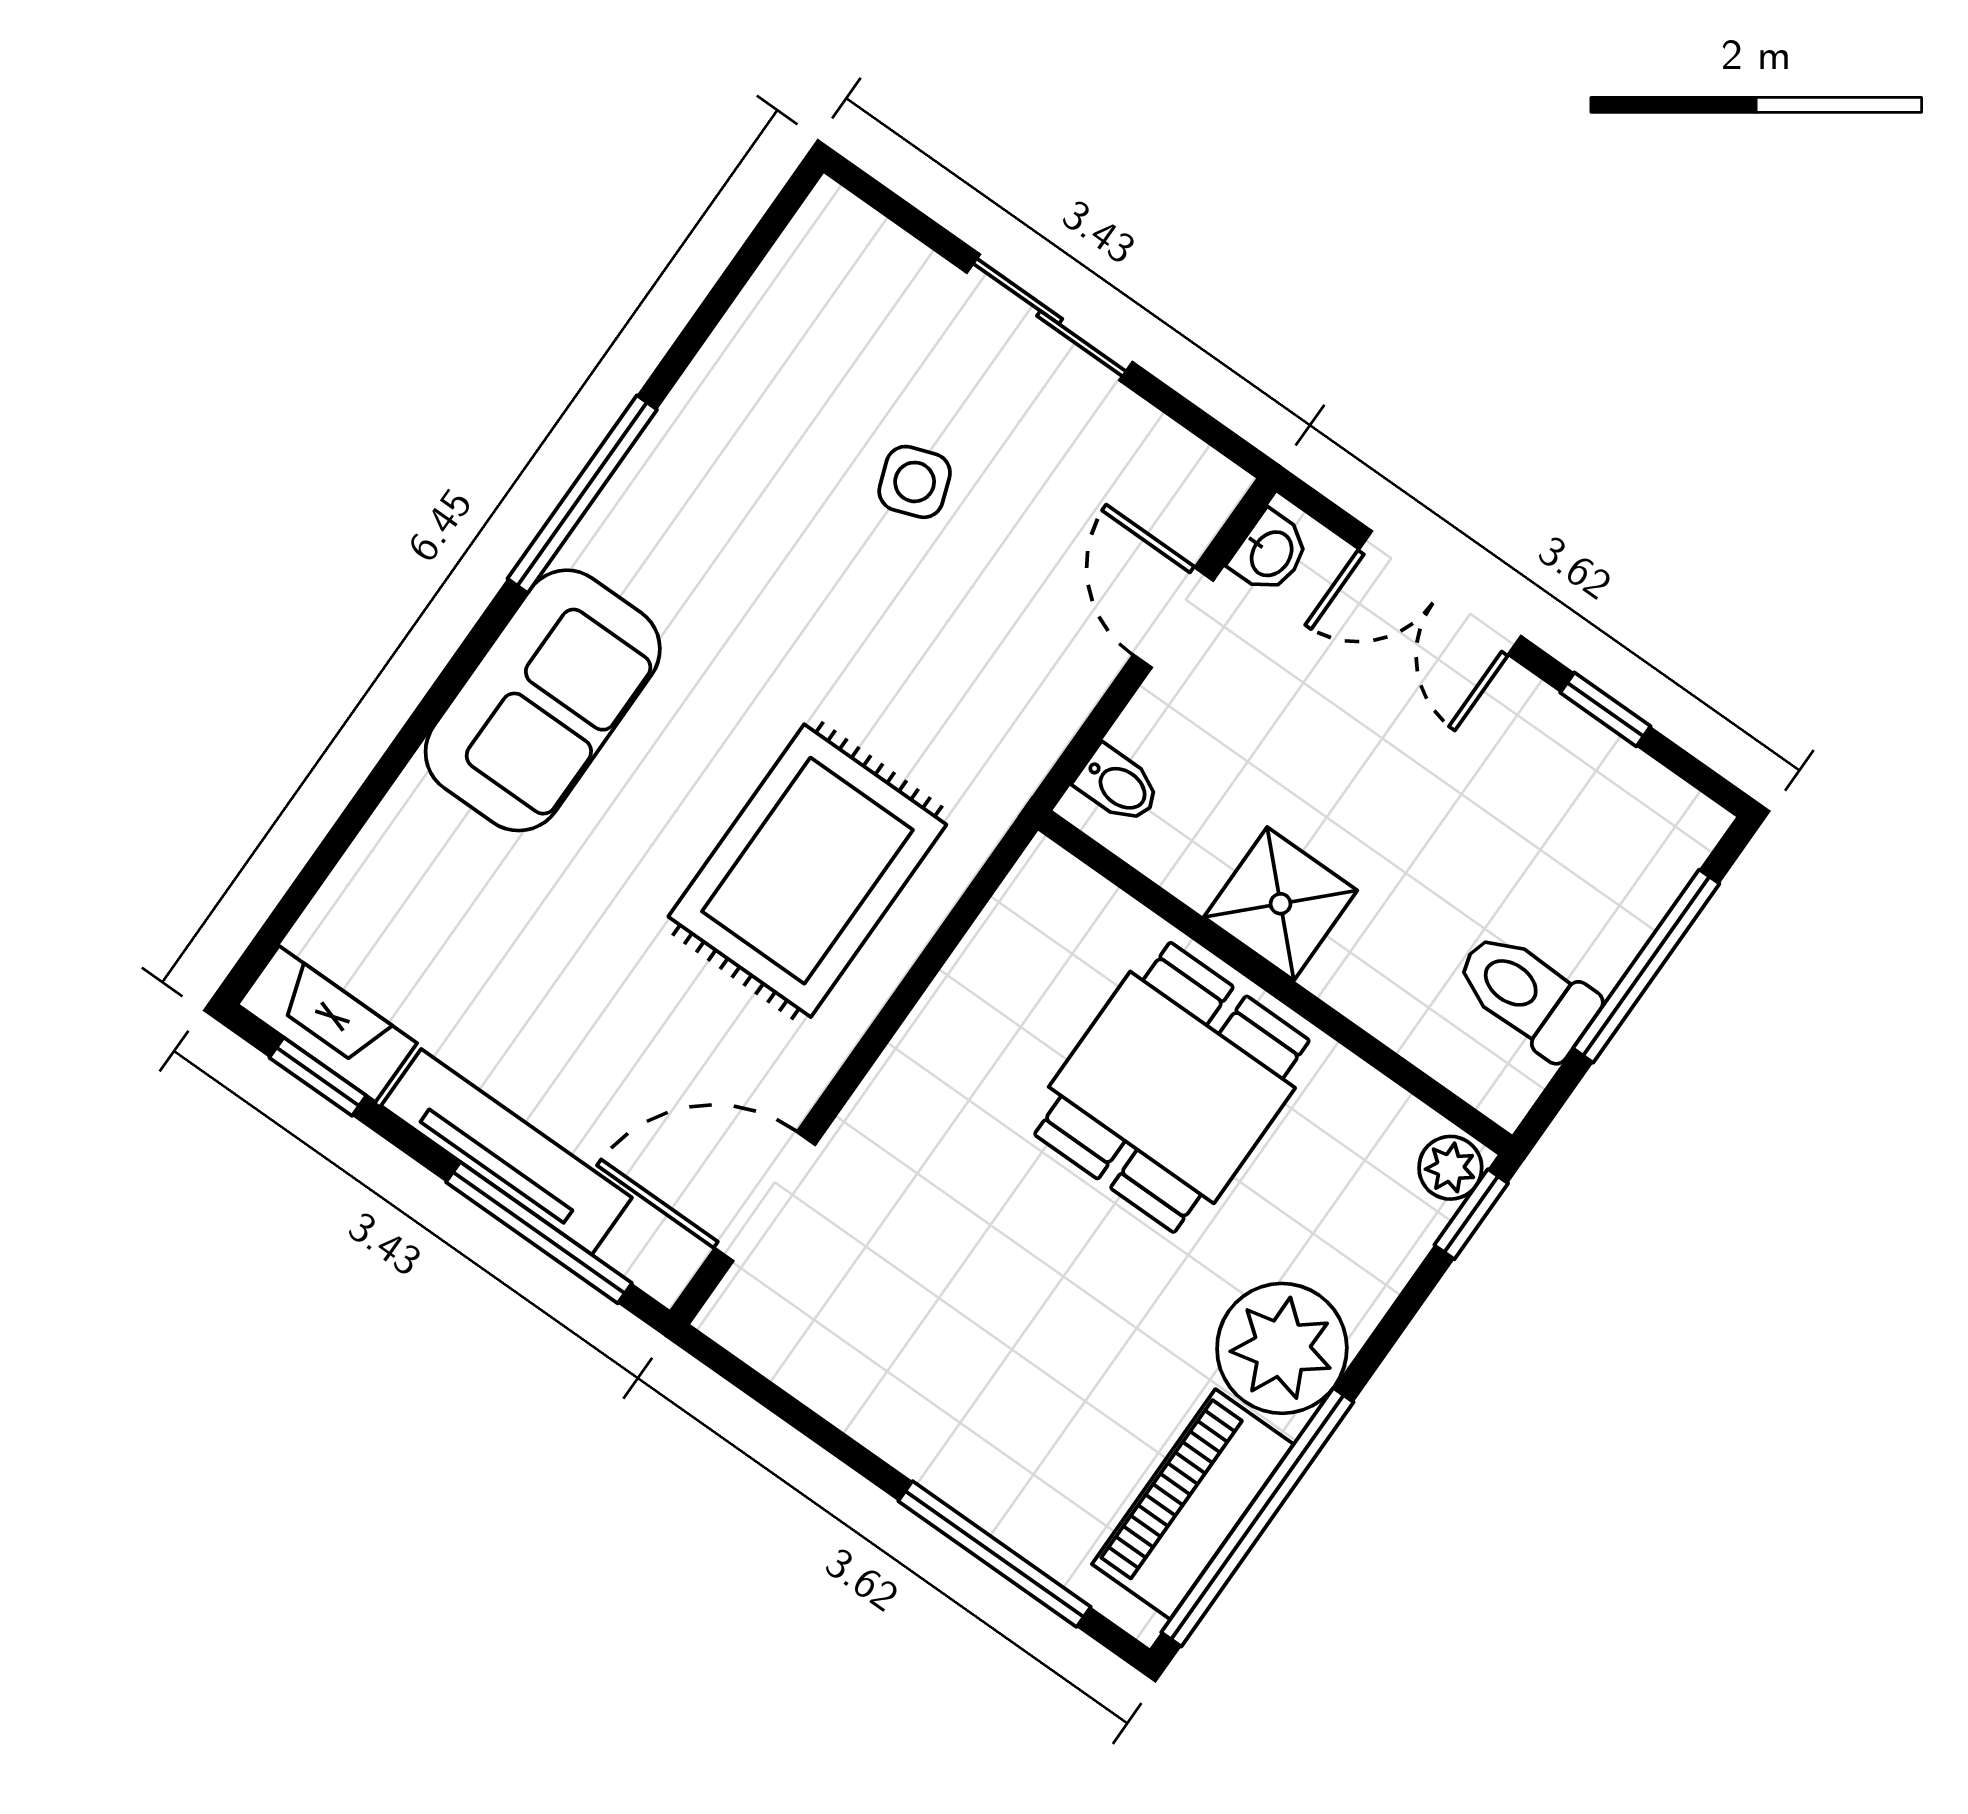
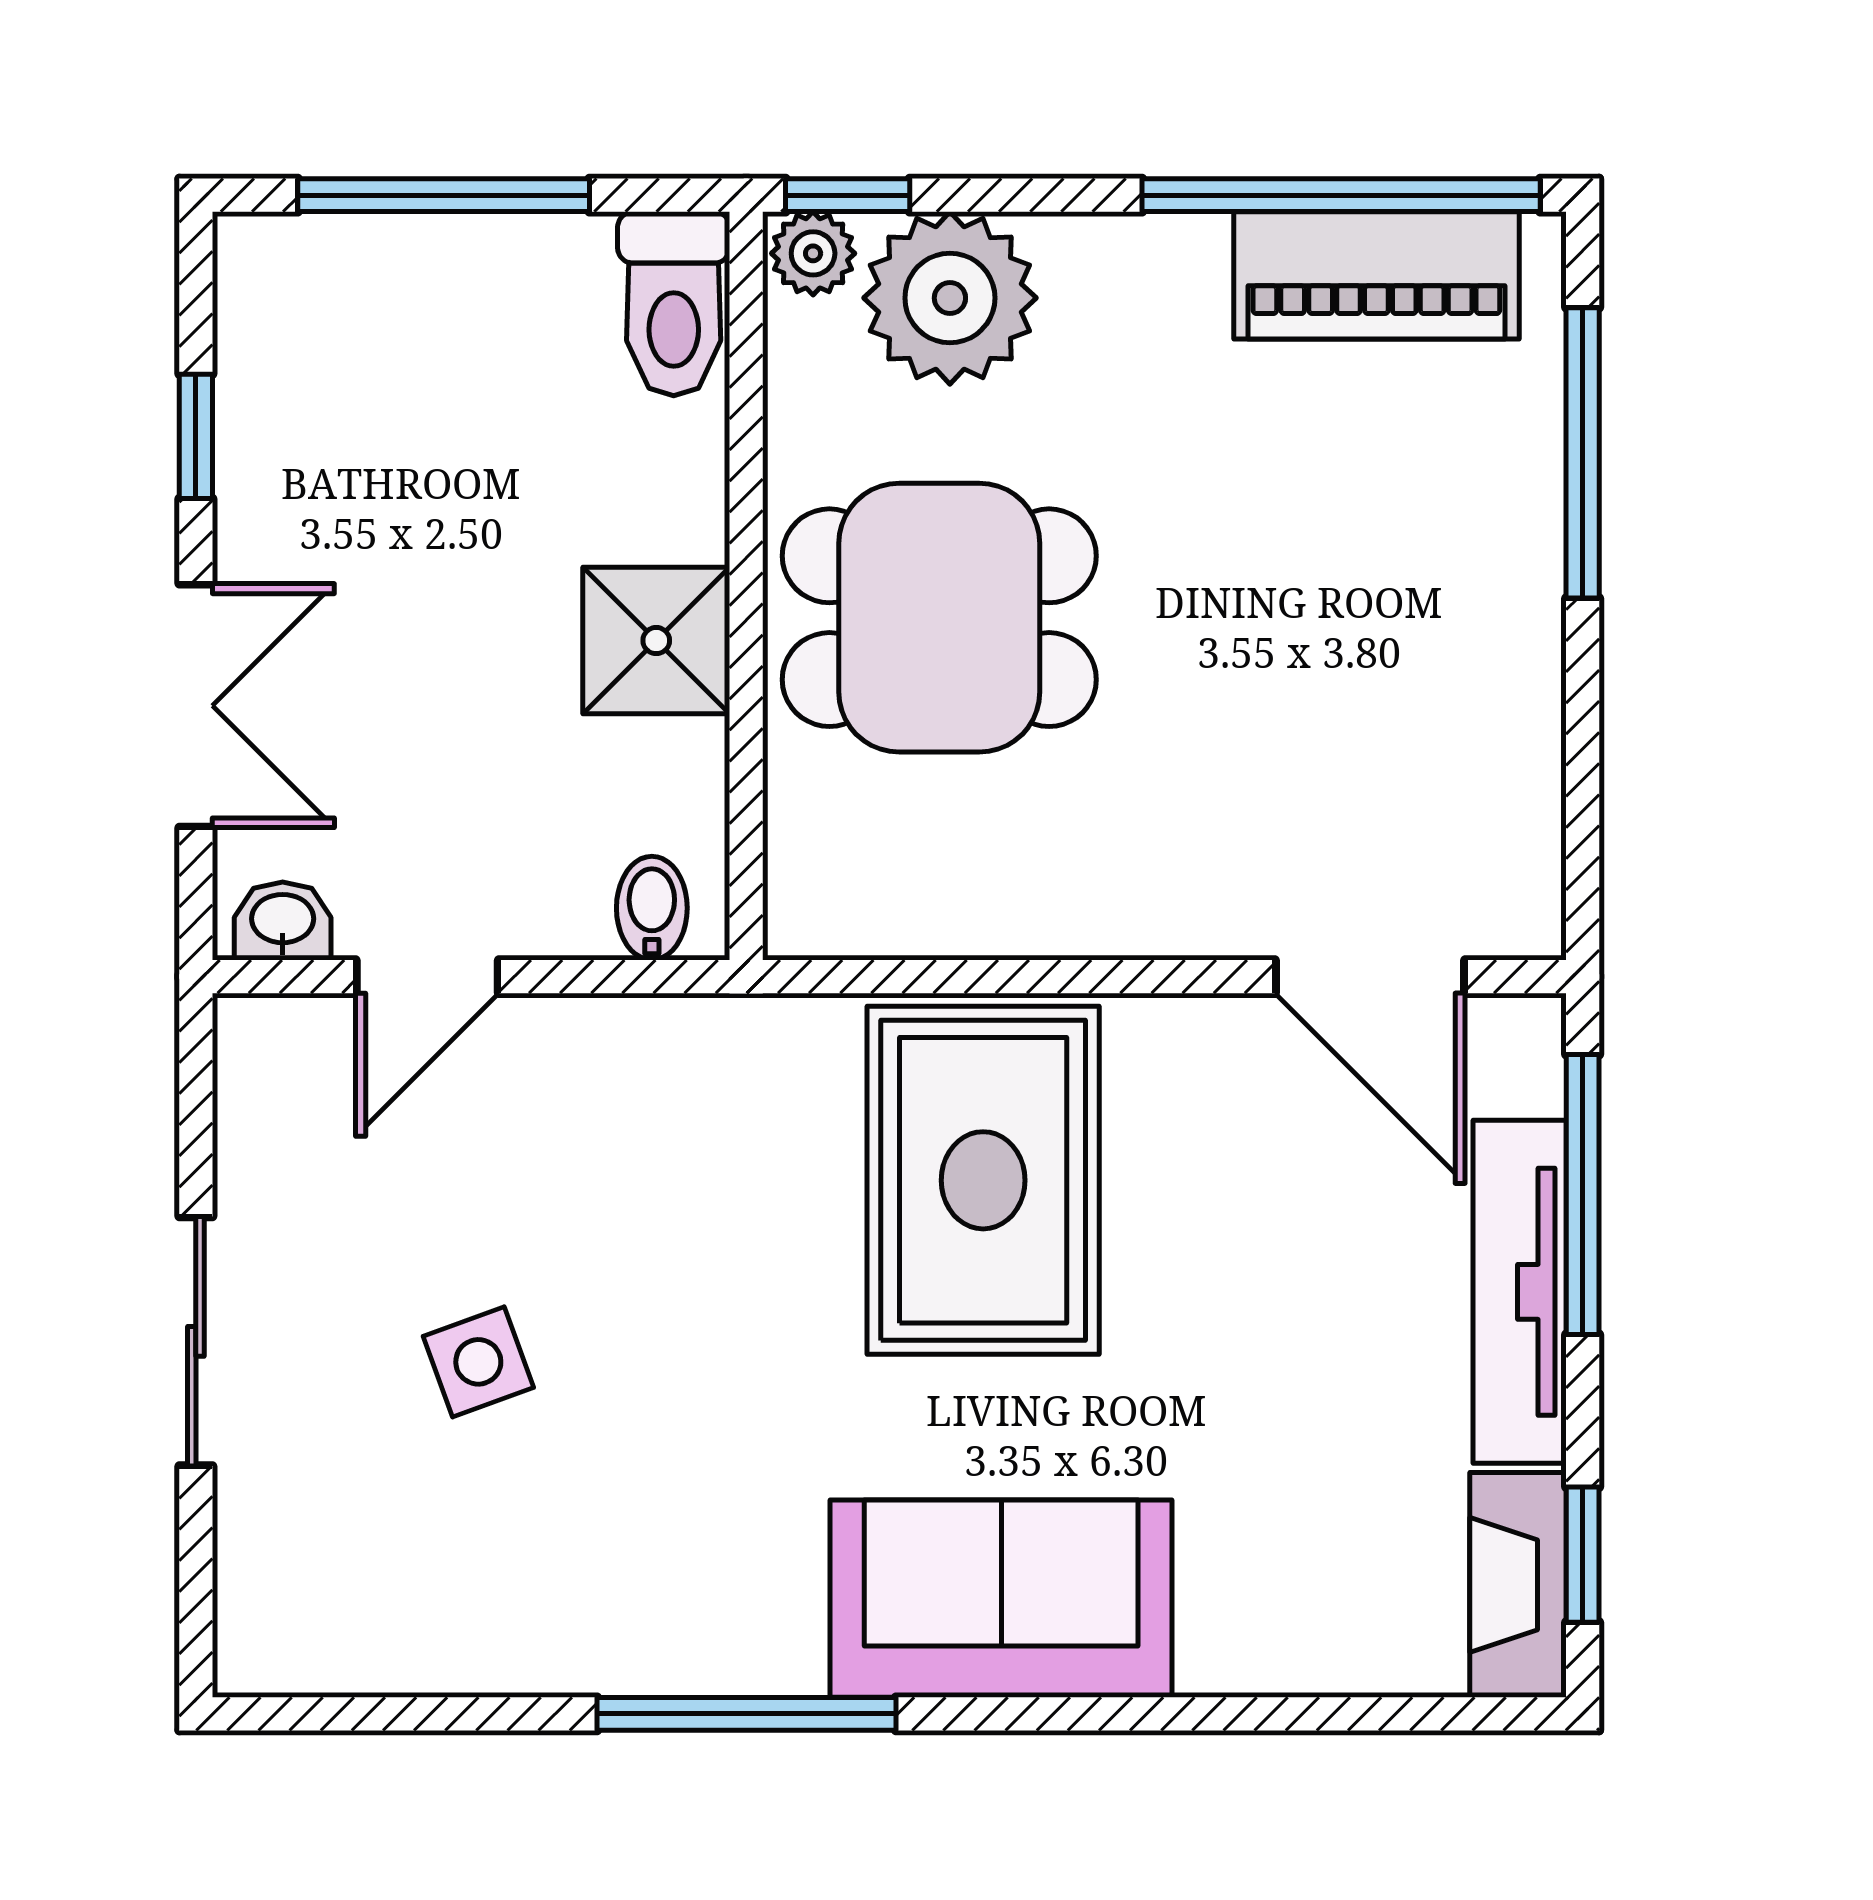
rug: (807, 871) -> (983, 1180), turned 90
toilet: (1527, 994) -> (674, 304), moved
plant: (1282, 1348) -> (950, 298), moved

